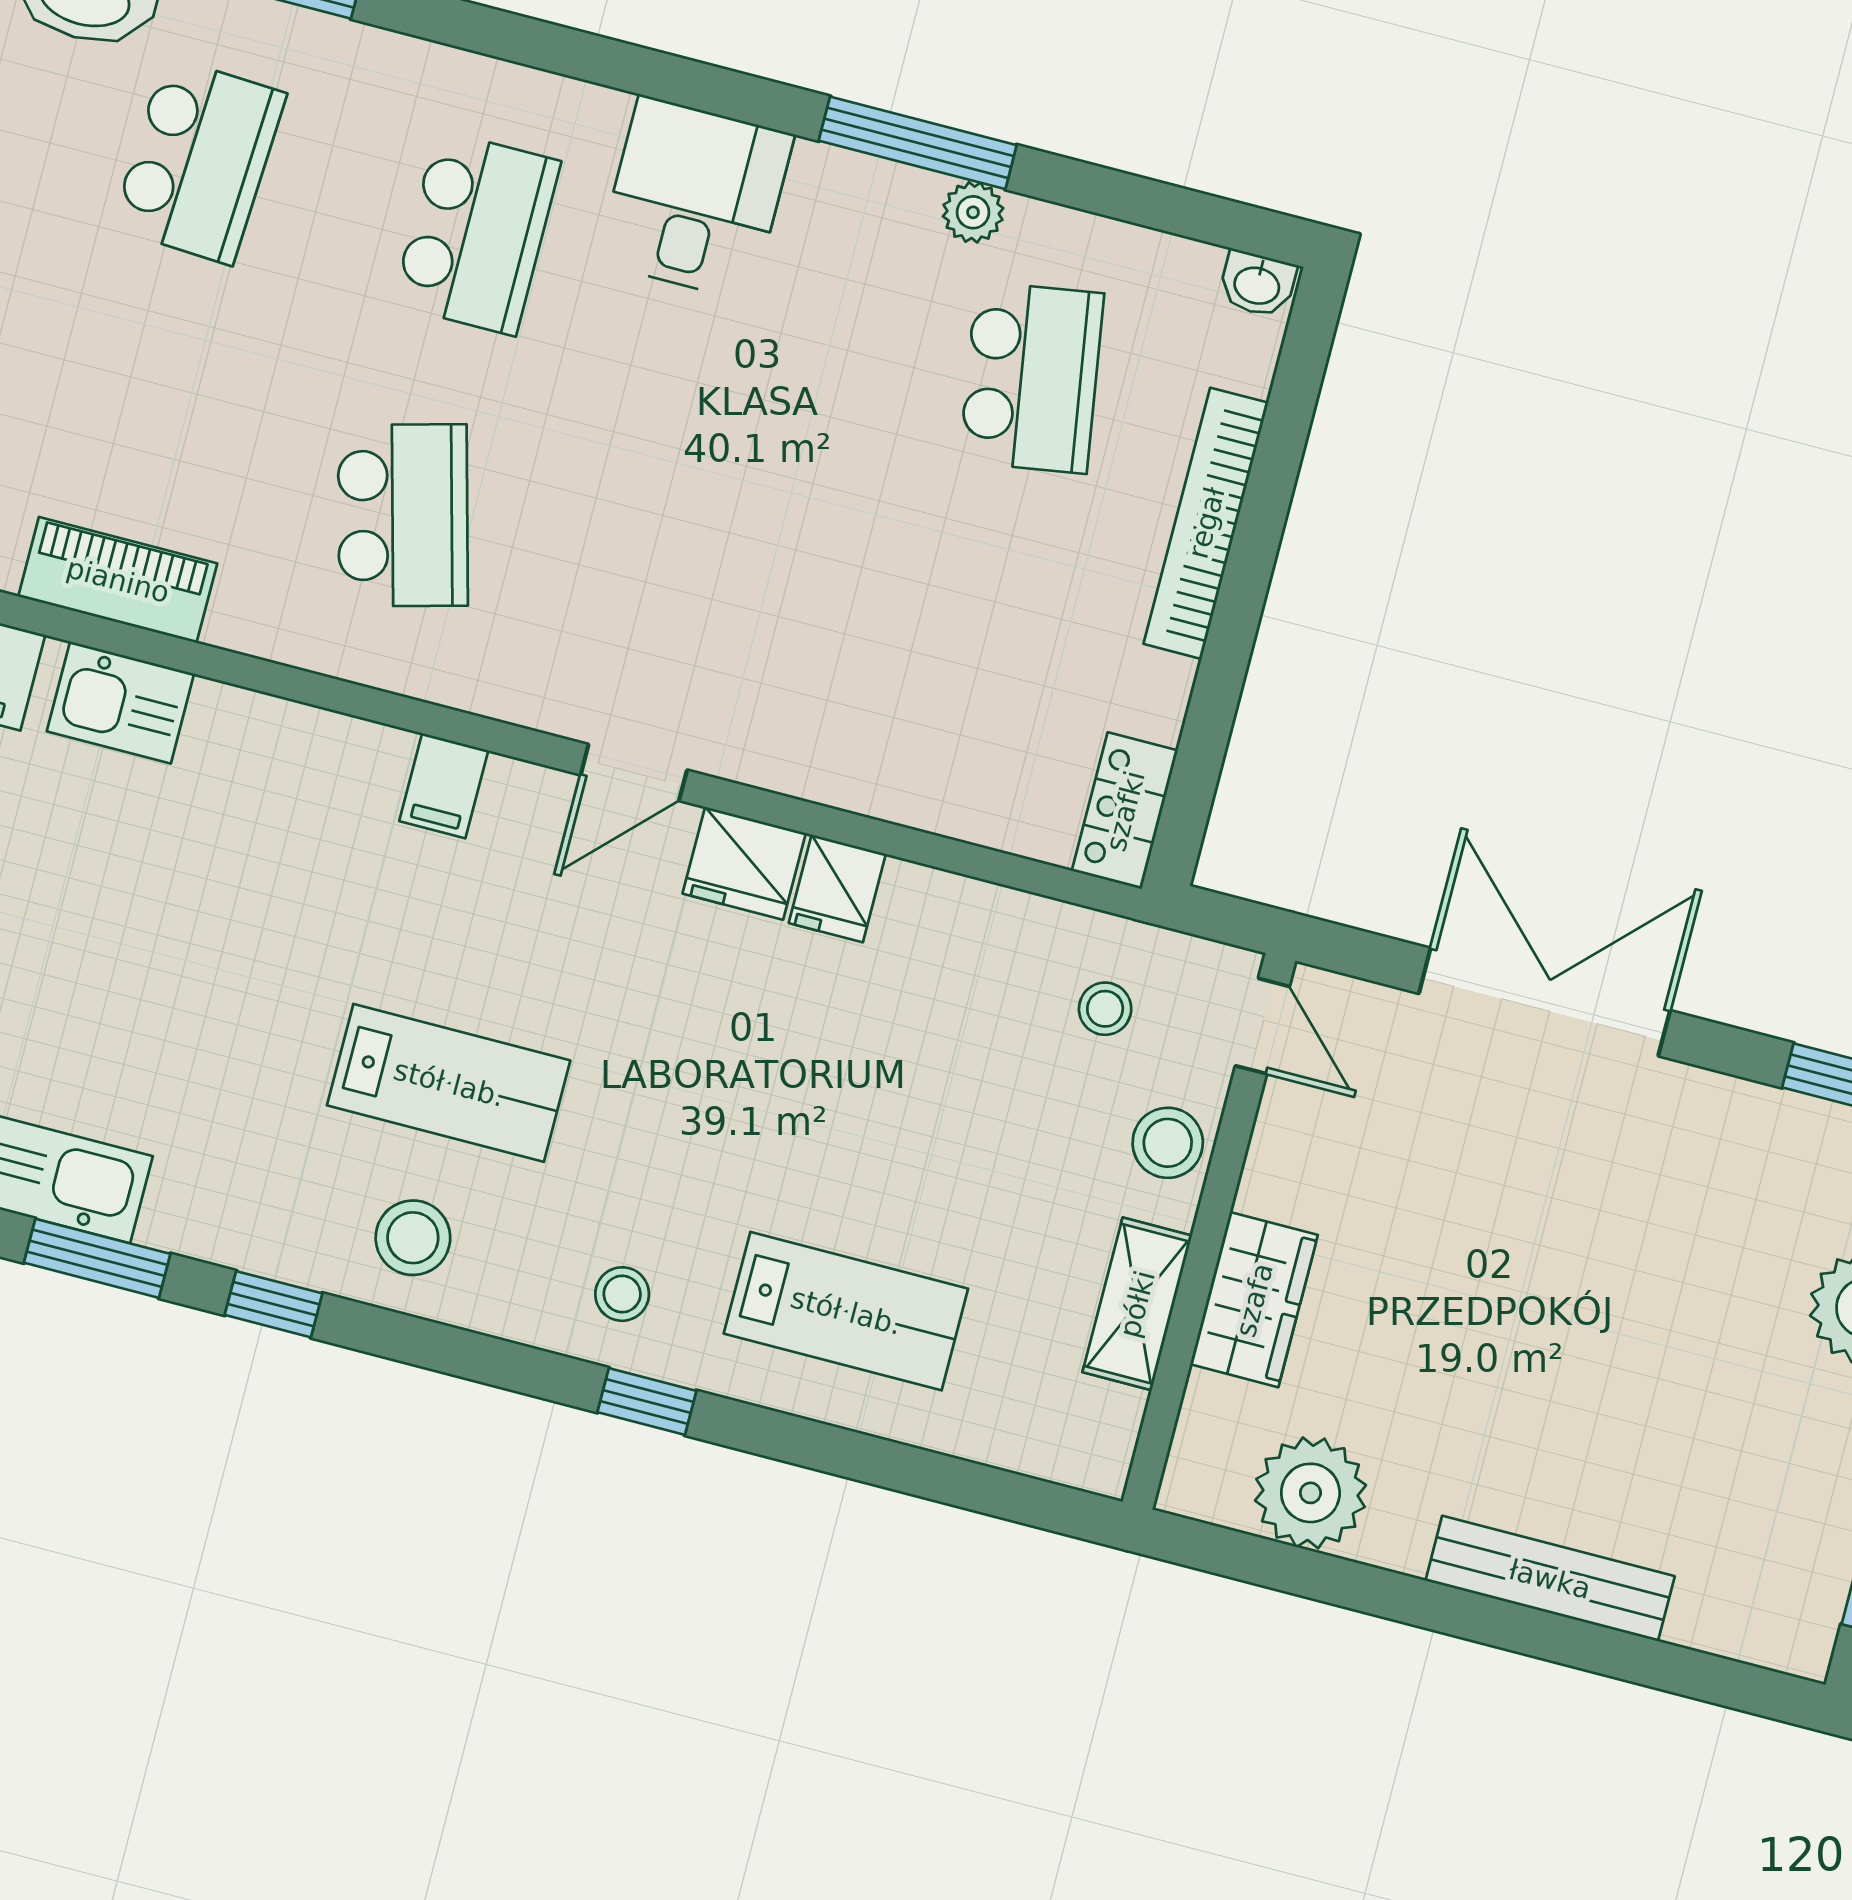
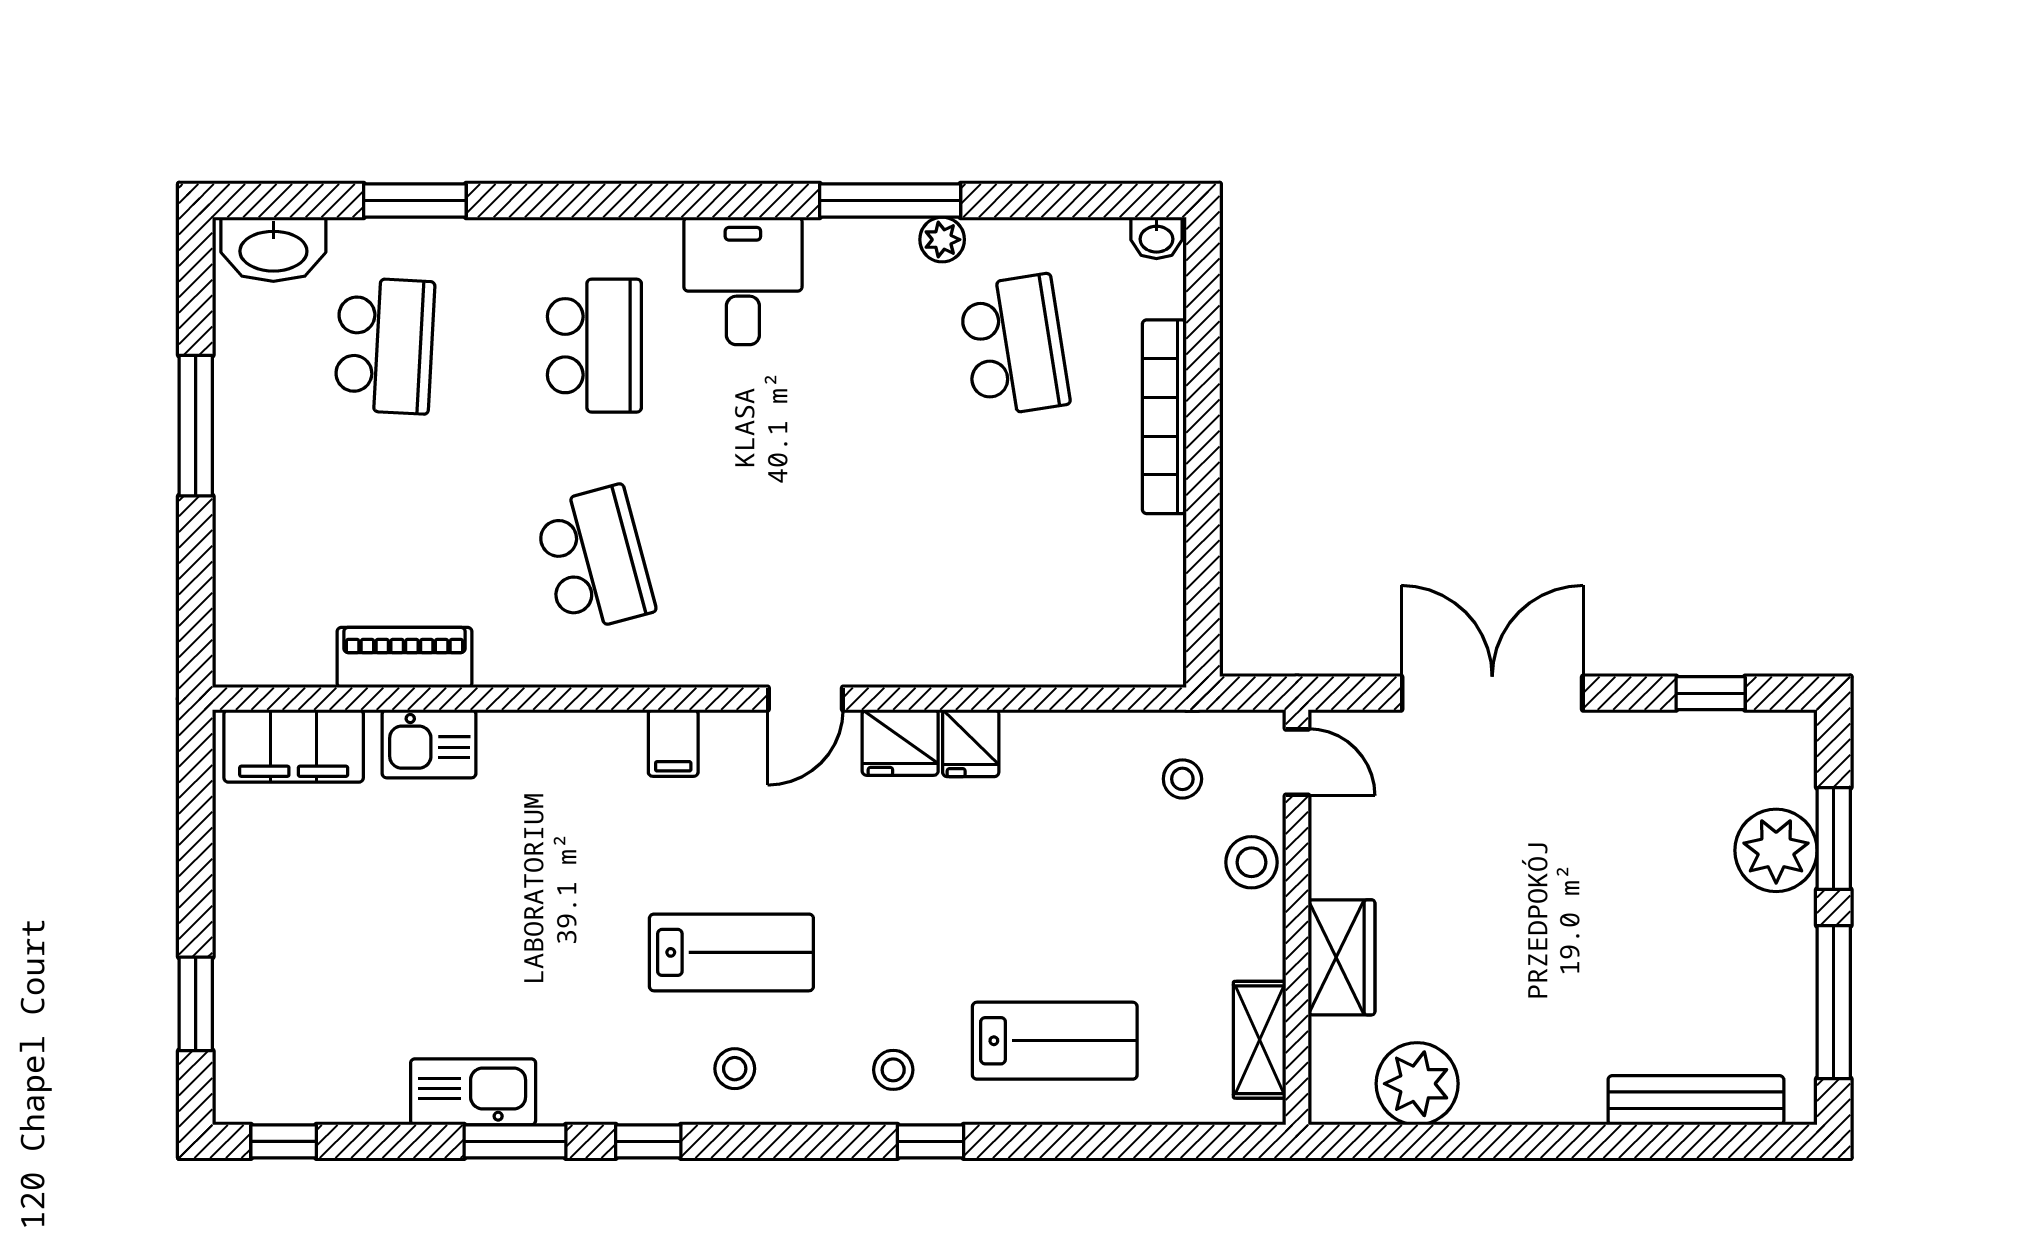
locker: (1125, 811) -> (1160, 635), removed
stool: (413, 1238) -> (735, 1069), width x0.73, depth x0.73
shelving: (1137, 1304) -> (1260, 1040), moved
bench: (1550, 1579) -> (1696, 1100), moved

